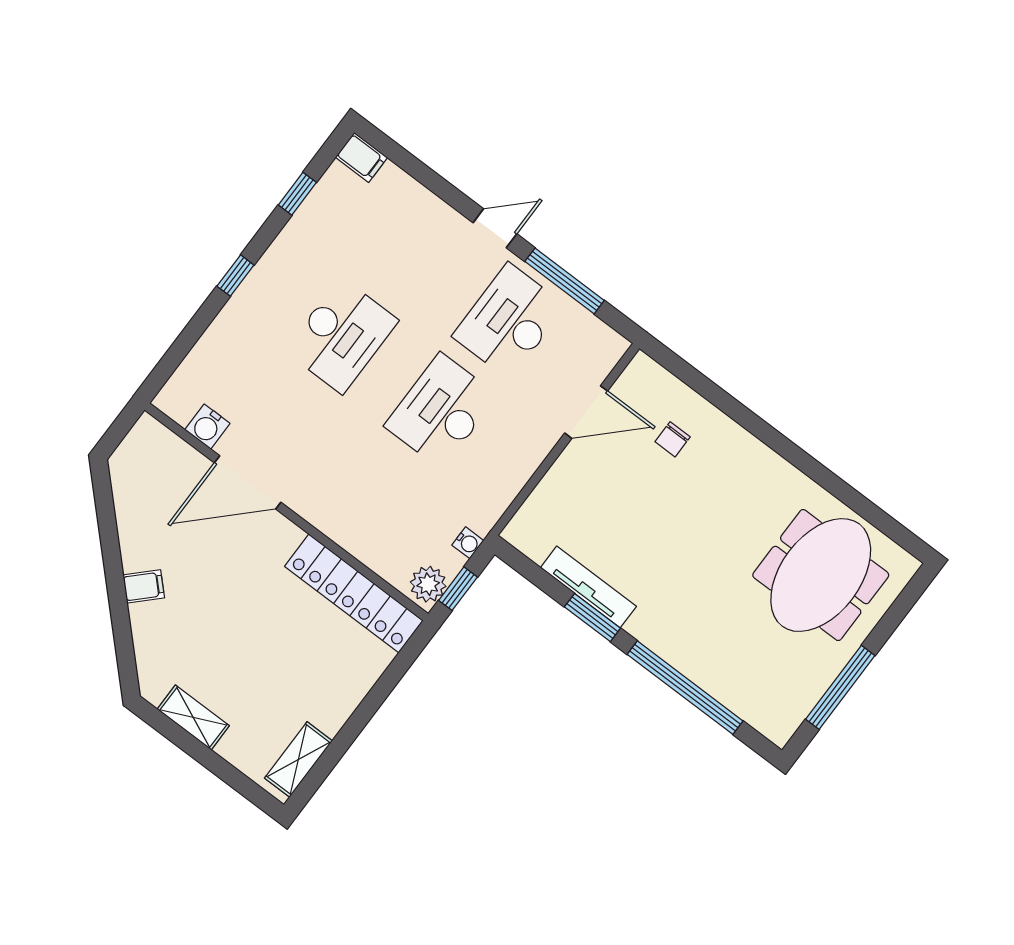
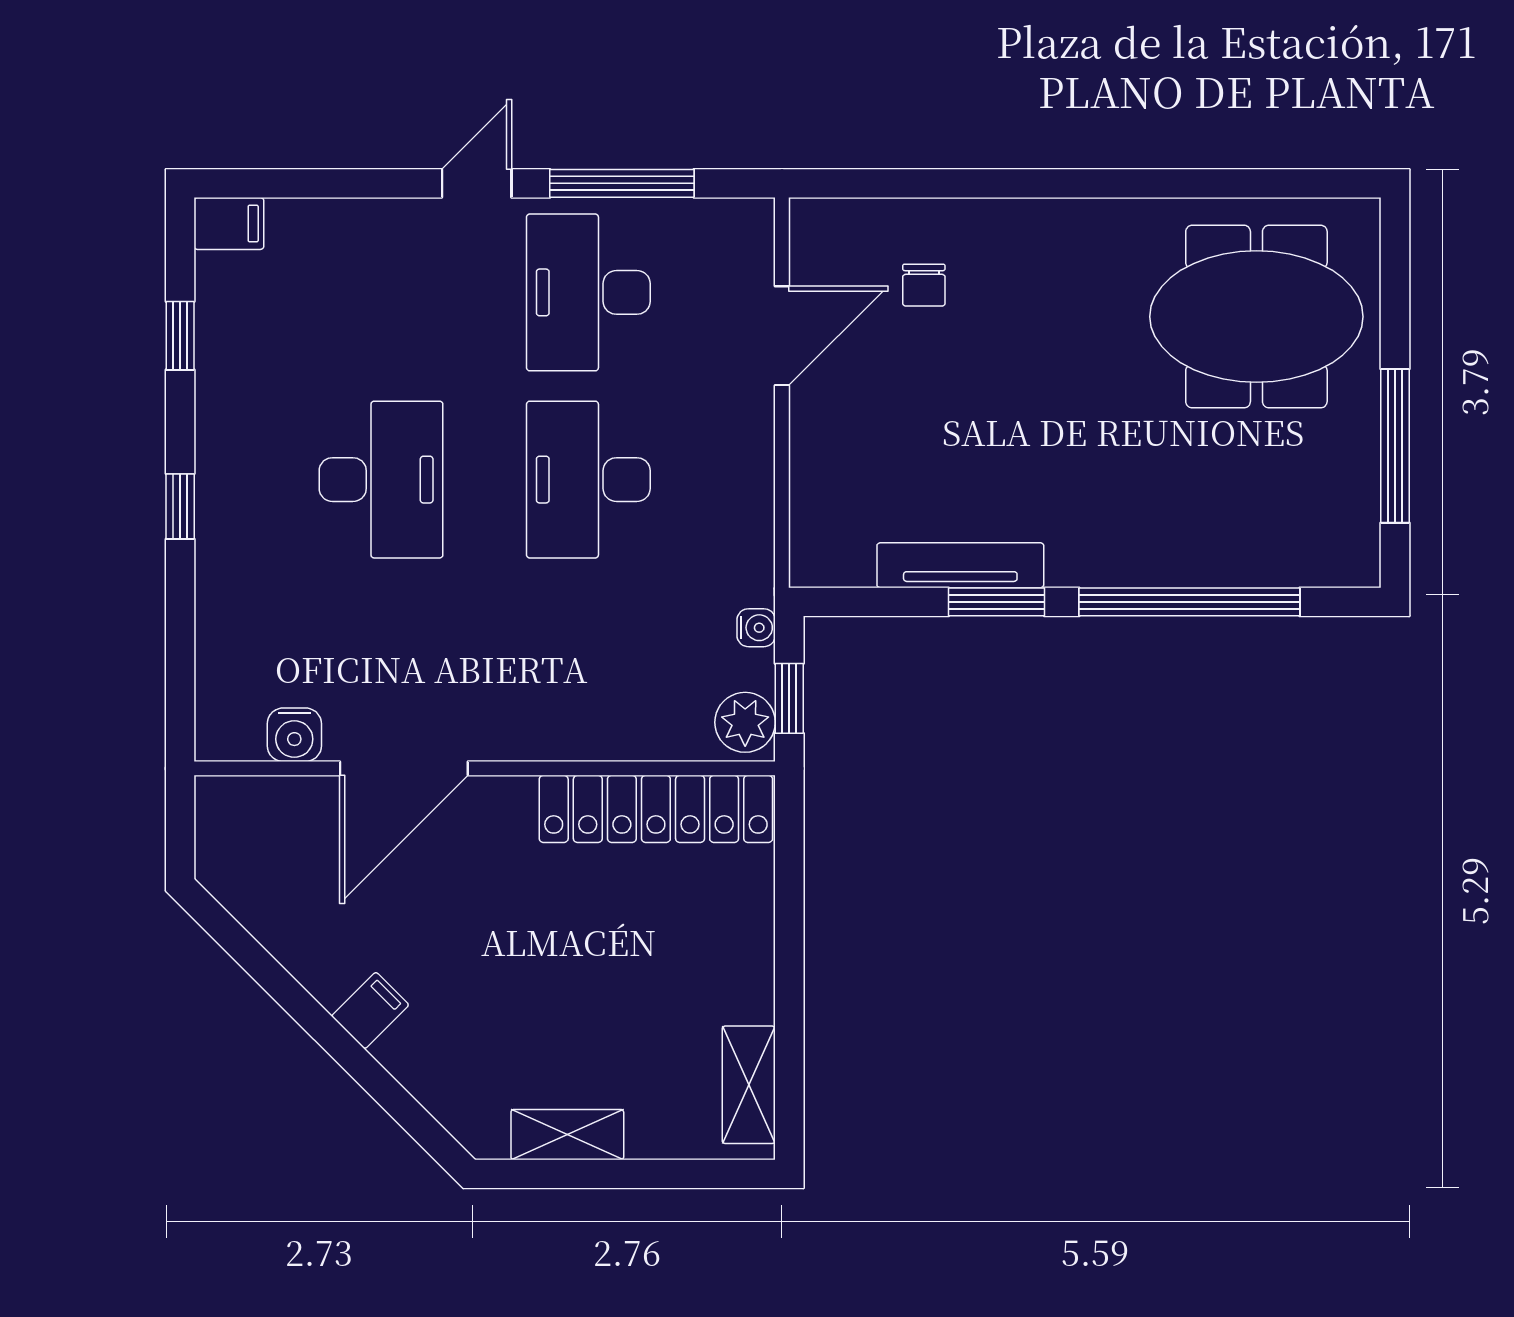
meeting table: (821, 575) -> (1256, 317), turned 90

